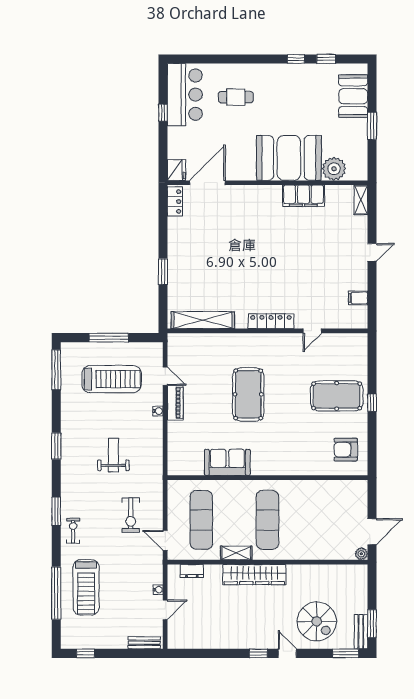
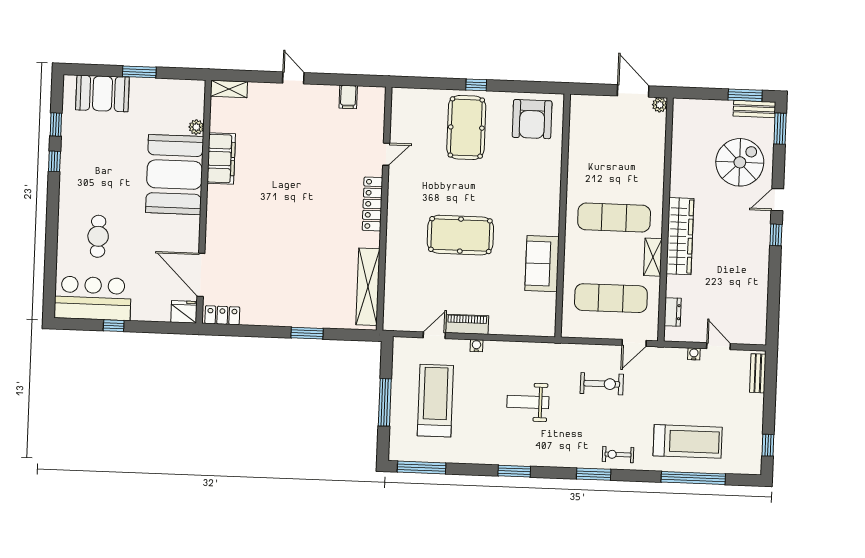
plant: (334, 169) -> (196, 127), width x0.53, depth x0.53
door: (312, 331) -> (386, 154), hinge flipped
armchair: (346, 450) -> (532, 119), width x1.36, depth x1.36

